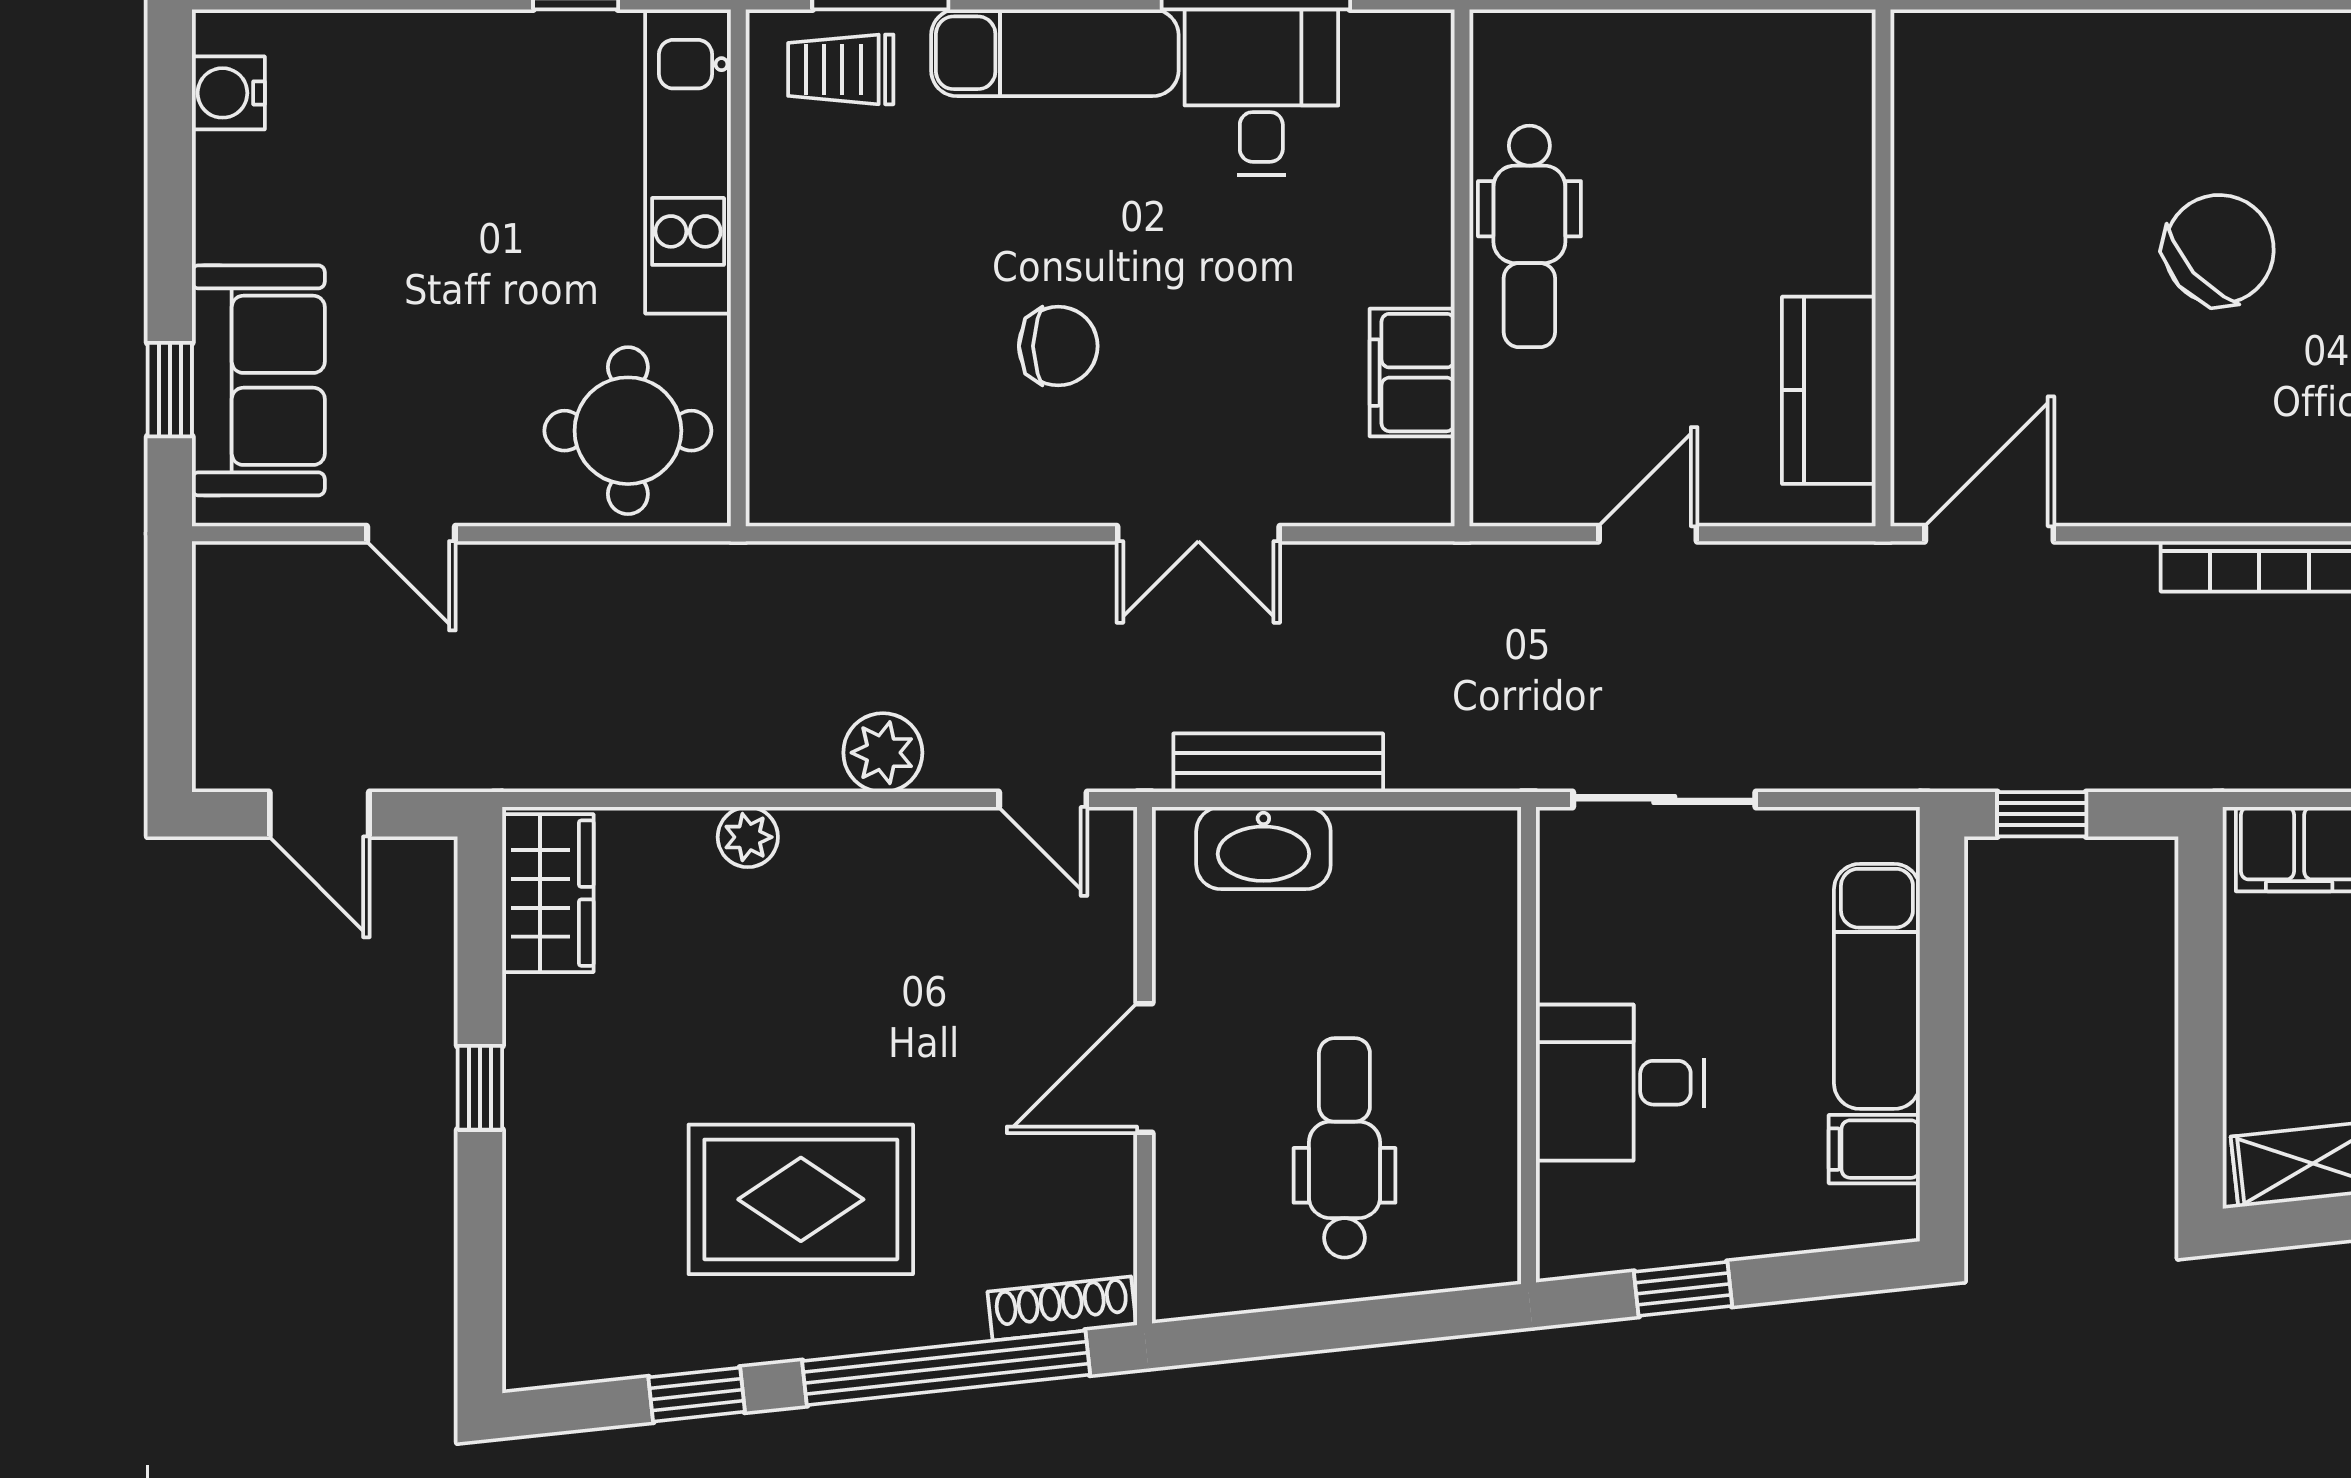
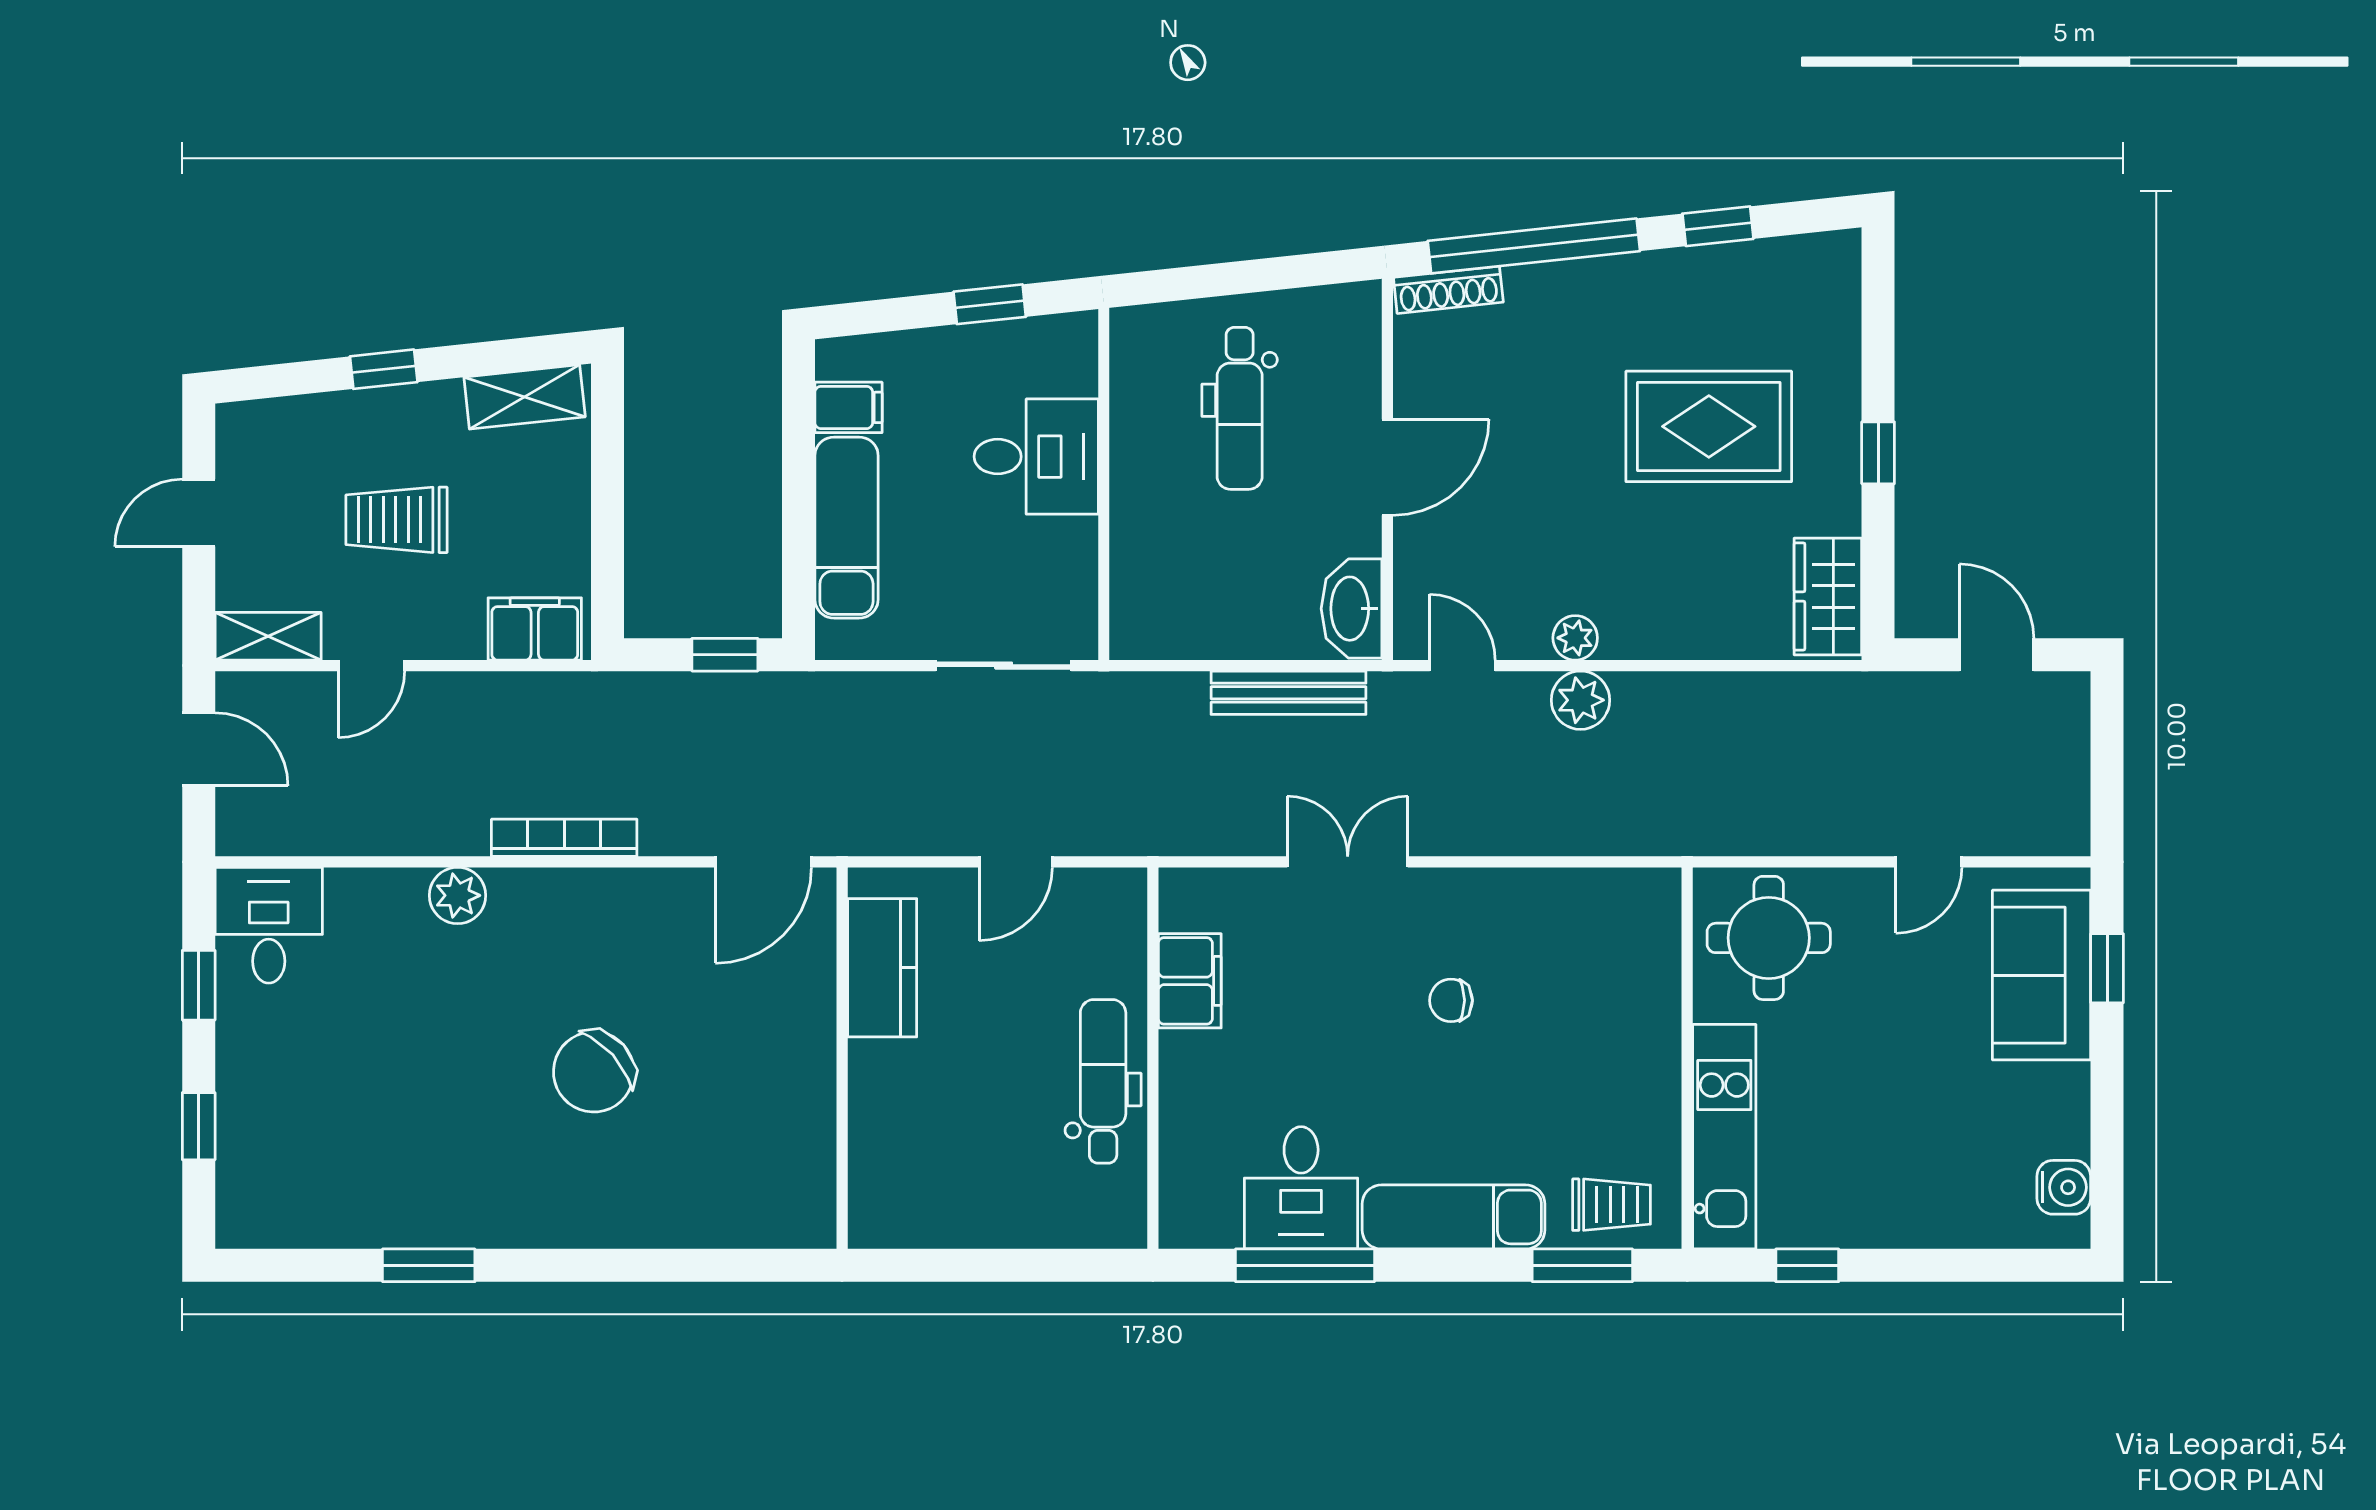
chair: (1058, 346) -> (1451, 1000), width x0.73, depth x0.73
door: (411, 534) -> (1929, 862), swing flipped
plant: (748, 837) -> (1575, 638), moved
washbasin: (1263, 848) -> (1352, 609), moved, turned -90
rug: (801, 1199) -> (1709, 426), moved

